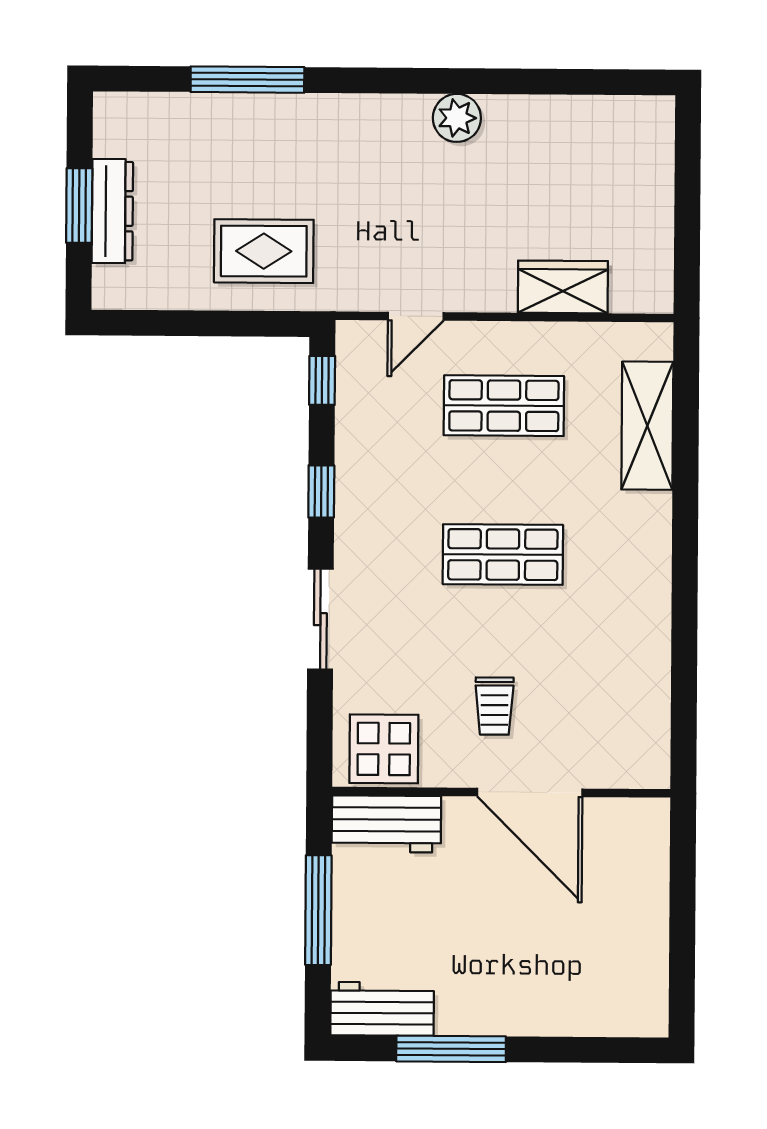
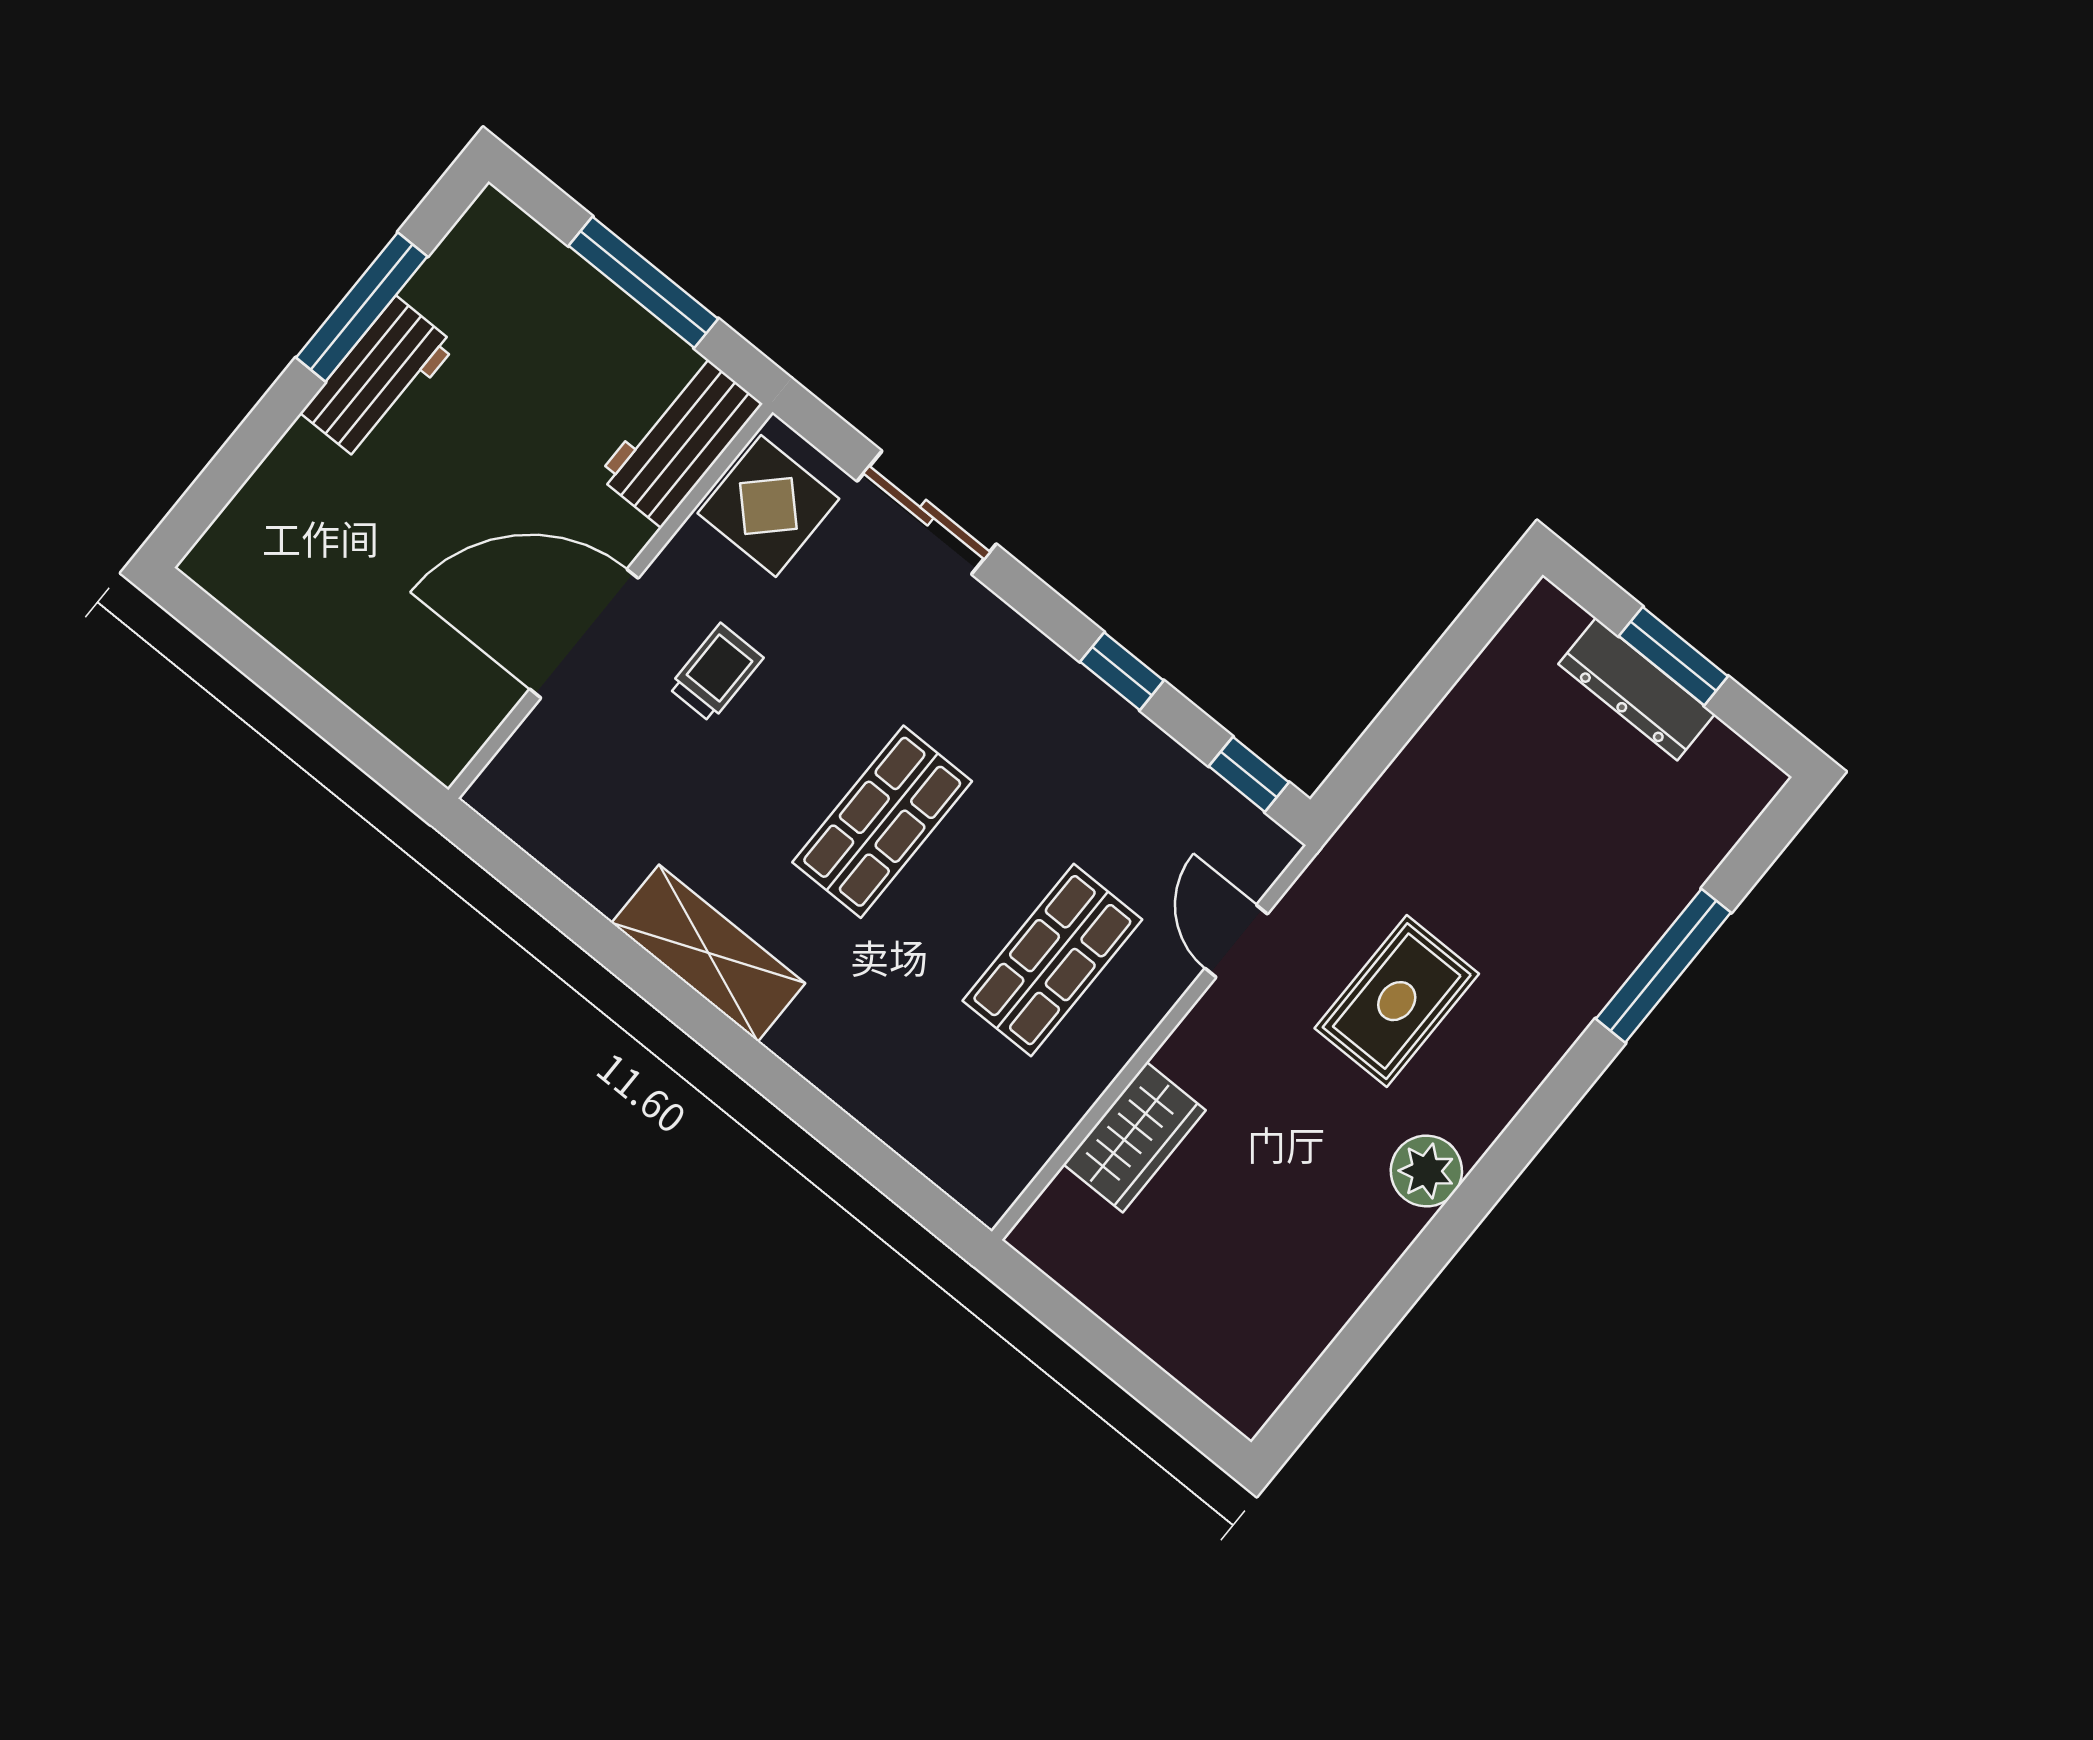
rug: (264, 251) -> (1397, 1001), moved
shelving: (647, 426) -> (708, 953), moved
sliding door: (320, 619) -> (927, 513), moved
trolley: (494, 706) -> (716, 673), turned 90
workbench: (382, 1009) -> (378, 379), moved

